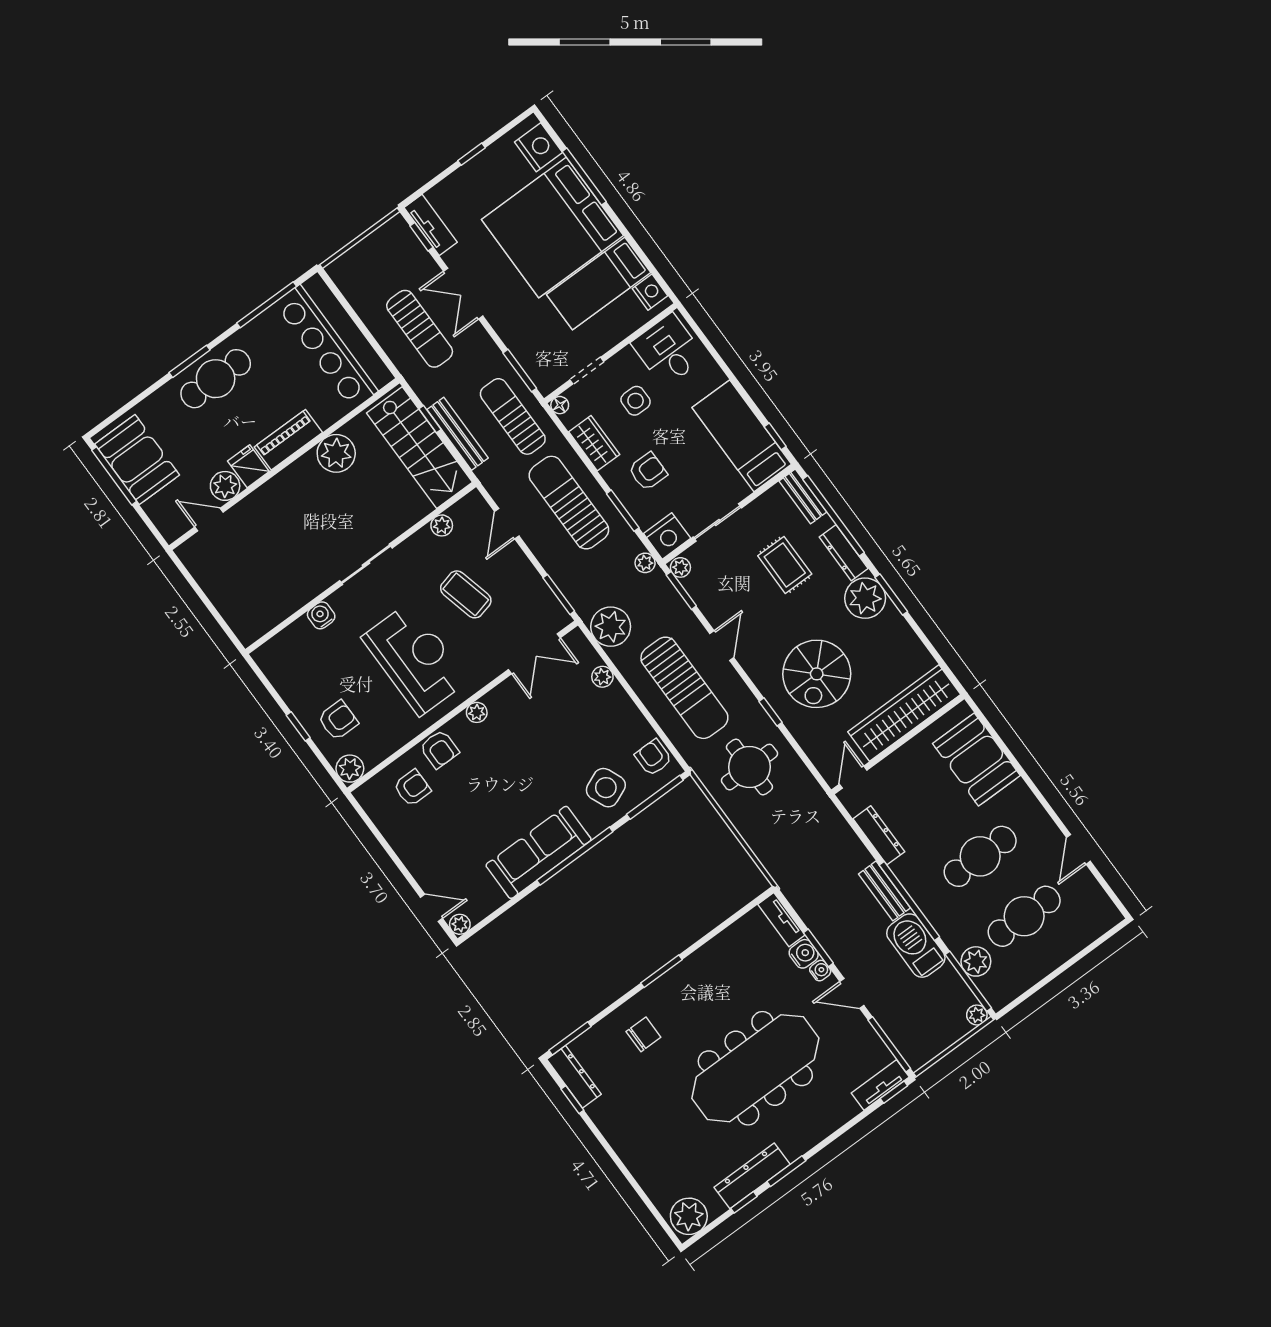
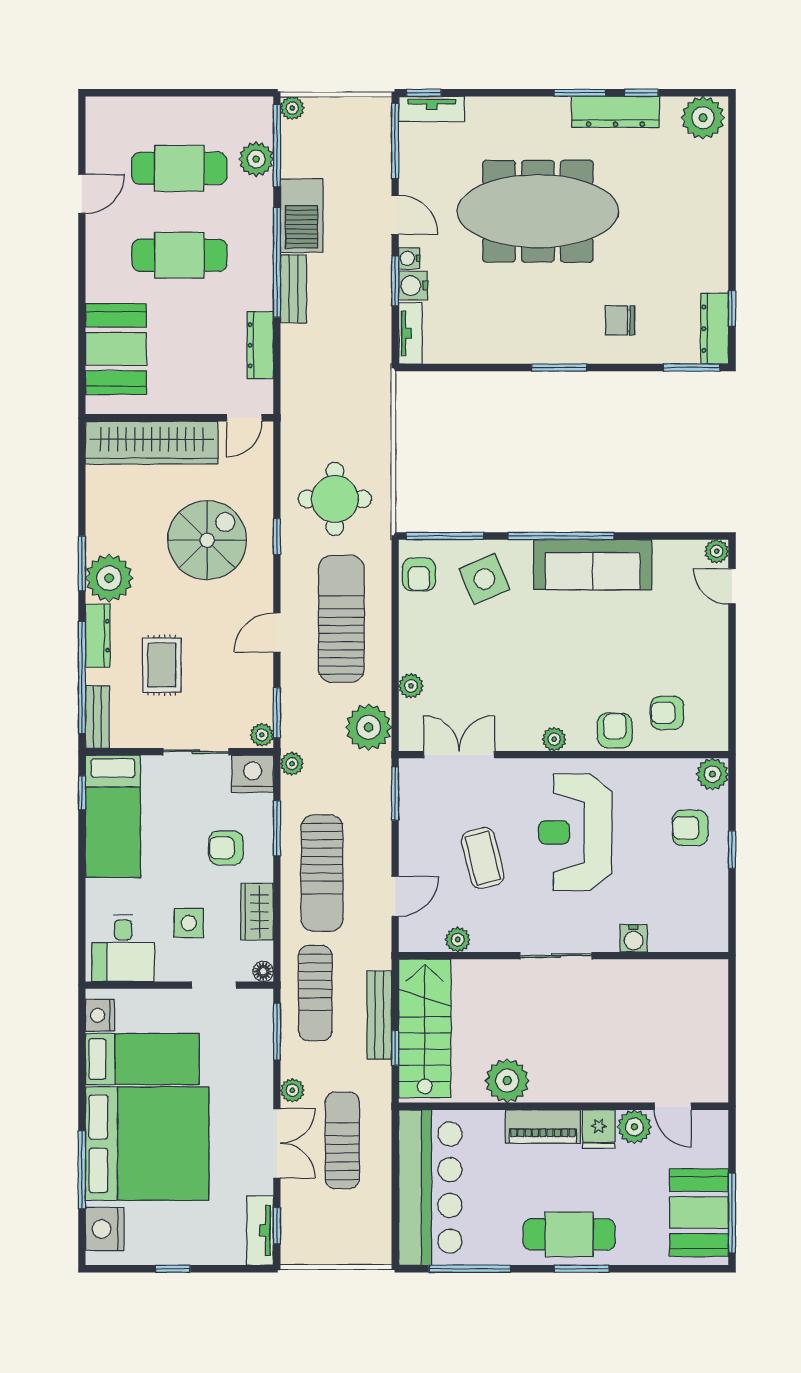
plant: (479, 338) -> (292, 1090), added

